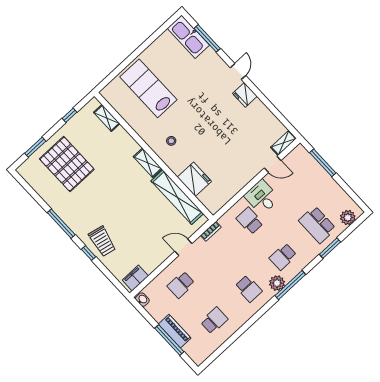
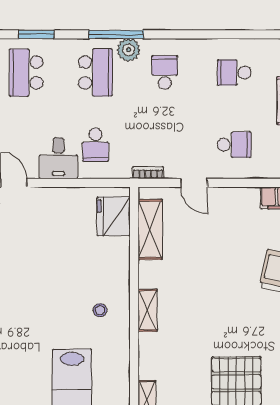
fridge: (194, 179) -> (114, 216), moved
shelving: (177, 197) -> (150, 229), width x0.68
school desk: (317, 225) -> (26, 73), turned 180
school desk: (283, 257) -> (95, 73), width x1.85

